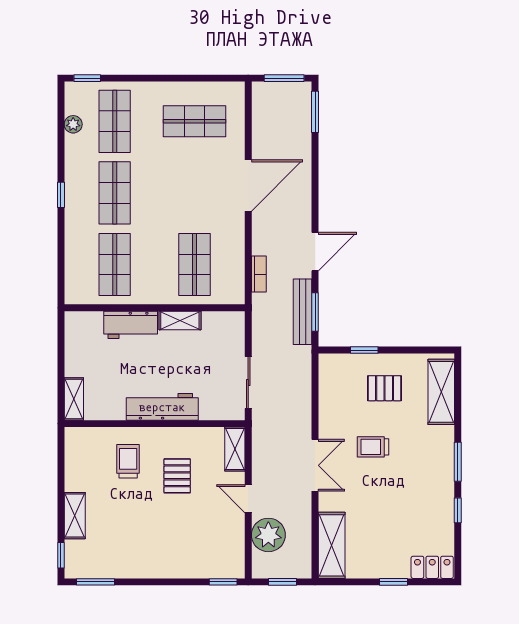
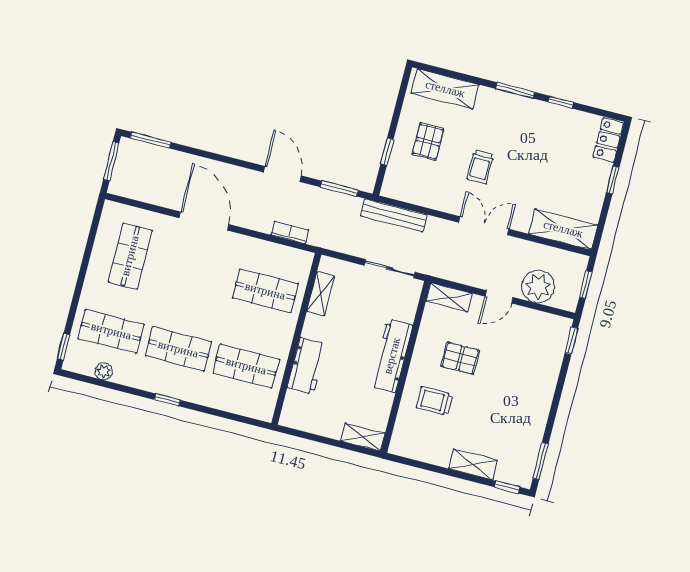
bench: (303, 312) -> (394, 215), moved
shelving: (180, 320) -> (321, 294), moved

